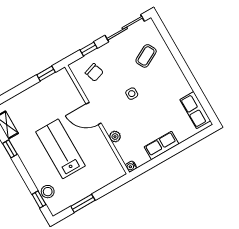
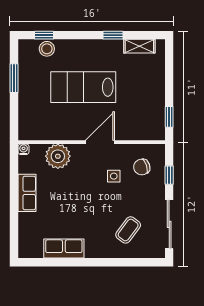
coffee table: (146, 56) -> (128, 230), turned 65
side table: (132, 94) -> (114, 176), moved
row of seats: (195, 110) -> (64, 248), moved
plant: (115, 137) -> (58, 156), width x1.88, depth x1.88
lab bench: (60, 149) -> (83, 87), turned 180

